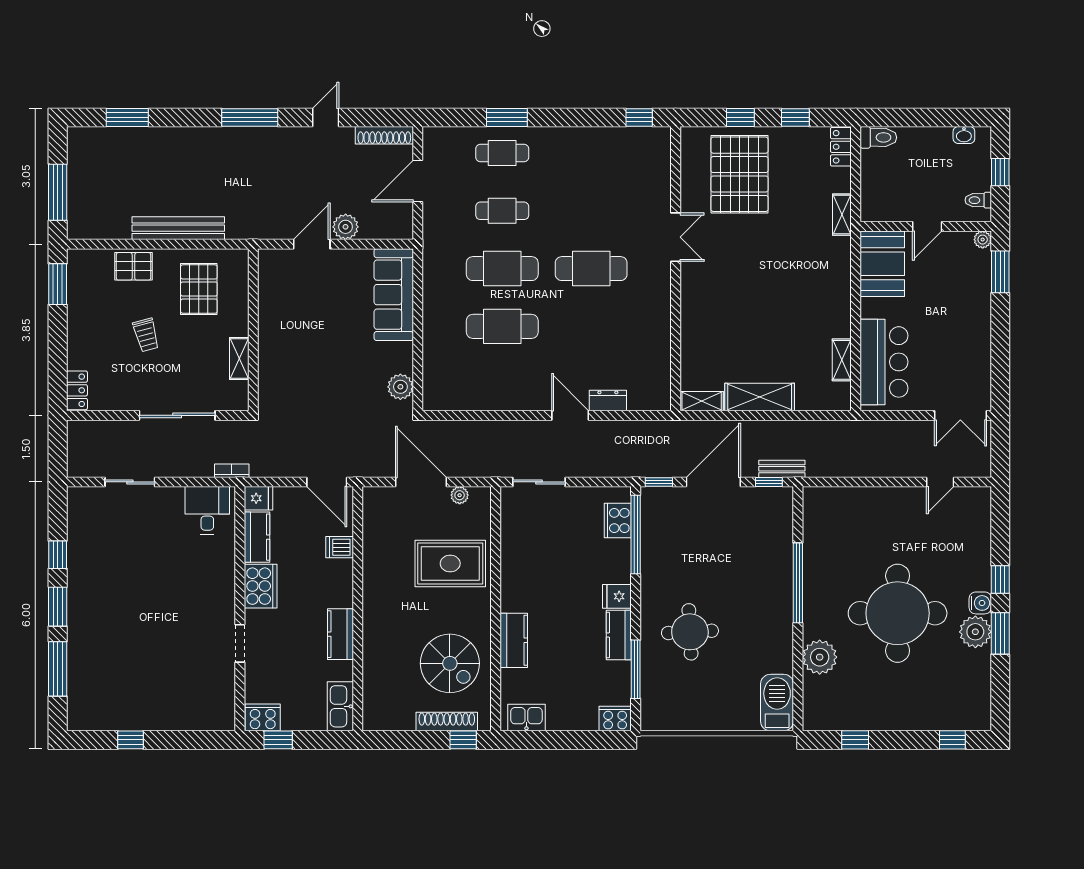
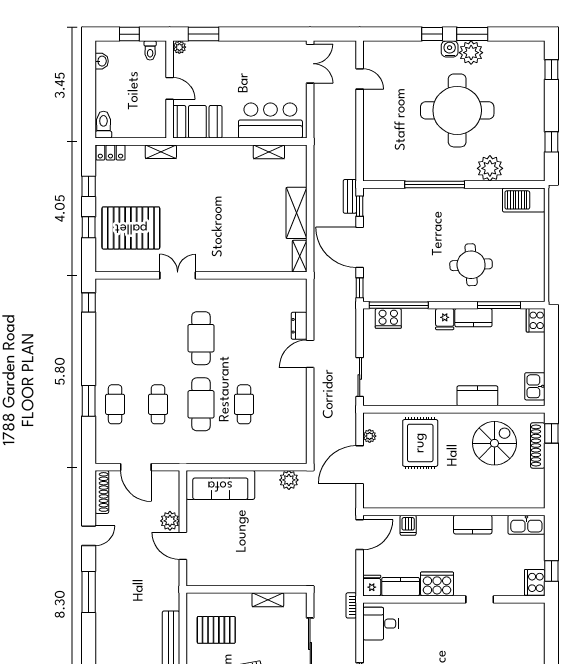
door: (326, 117) -> (89, 536), swing flipped
cafe table: (502, 326) -> (244, 404), width x0.73, depth x0.74

